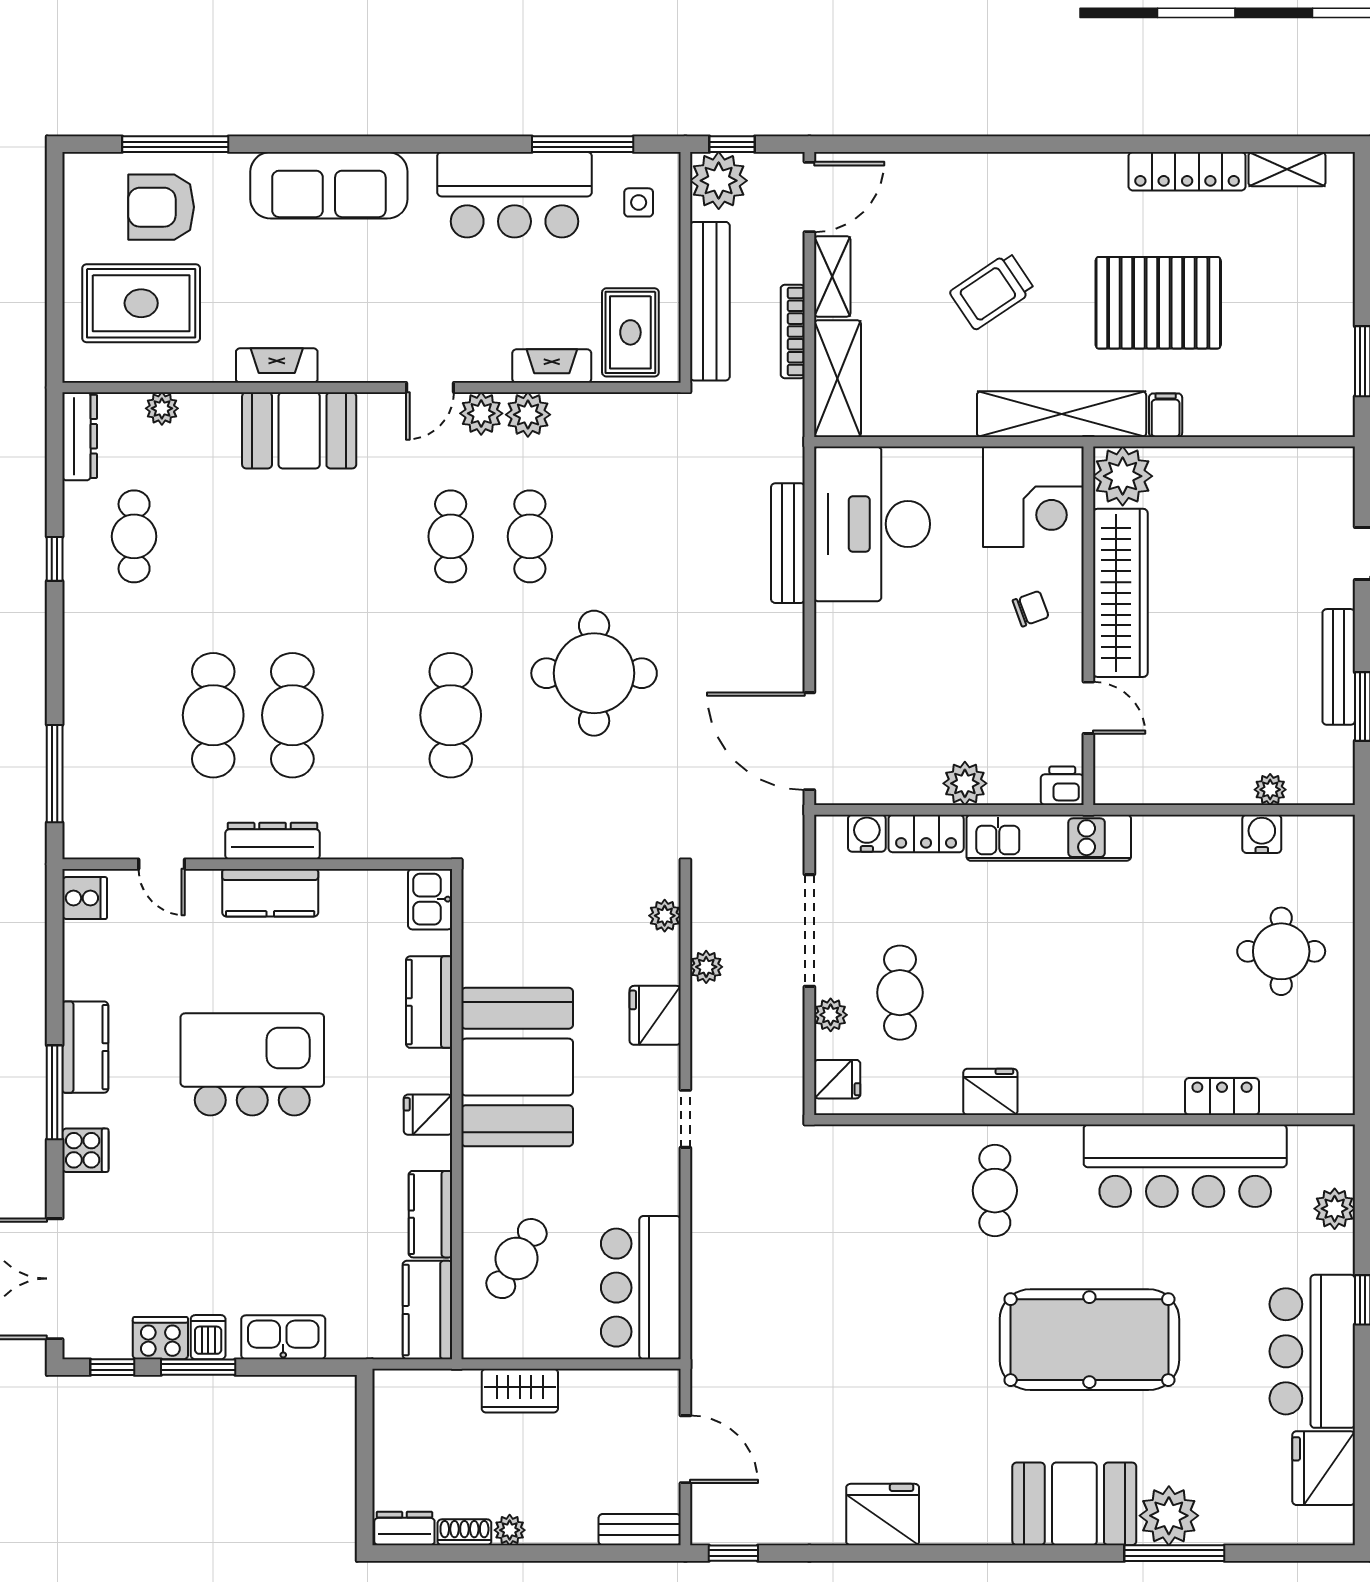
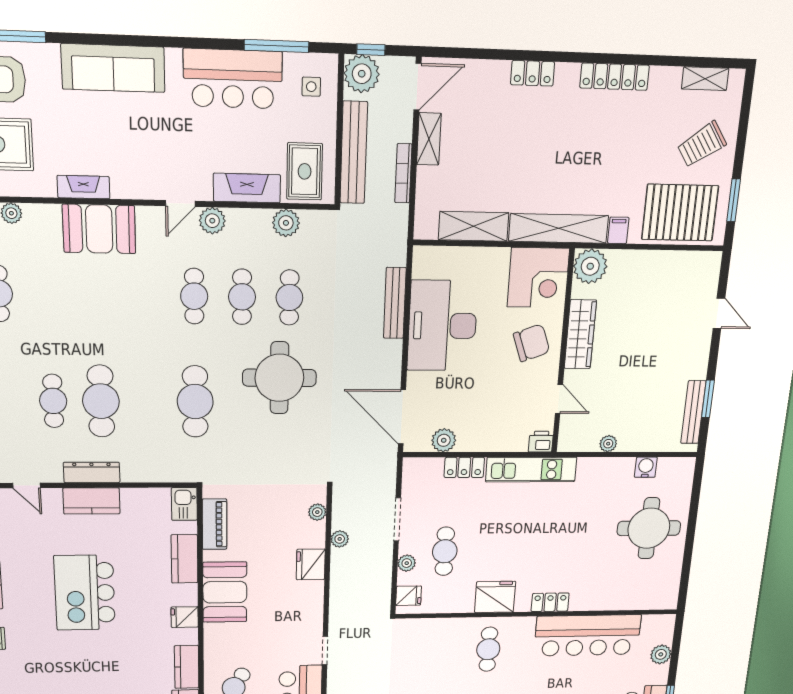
locker: (997, 171) -> (533, 73), added
locker: (1187, 171) -> (615, 77), moved
trolley: (992, 291) -> (702, 144), moved
pallet: (1158, 303) -> (680, 213), moved
fireplace: (552, 366) -> (247, 188), width x1.37, depth x1.32
shelving: (837, 379) -> (474, 226), moved, turned 90
plant: (528, 415) -> (286, 223), moved
desk: (872, 524) -> (442, 326), moved
cafe table: (609, 536) -> (289, 298), added
wardrobe: (1120, 593) -> (580, 334), width x0.71, depth x0.85
chair: (1031, 609) -> (532, 343), width x1.87, depth x1.87
bench: (1339, 667) -> (693, 412), moved
cafe table: (213, 715) -> (53, 401), width x0.73, depth x0.74
plant: (965, 783) -> (444, 440), moved
plant: (1270, 790) -> (608, 444), moved
water cooler: (867, 833) -> (432, 467), removed
doorway: (809, 931) -> (397, 519), width x0.73
piano: (483, 937) -> (215, 524), added
round table: (1281, 951) -> (649, 528), width x1.36, depth x1.36
kitchen island: (252, 1064) -> (85, 593), turned -90
booth: (517, 1067) -> (225, 592), width x0.73, depth x0.70
fridge: (990, 1092) -> (495, 597), width x1.36, depth x1.34
locker: (1222, 1097) -> (550, 602), moved
doorway: (685, 1119) -> (325, 650), moved

